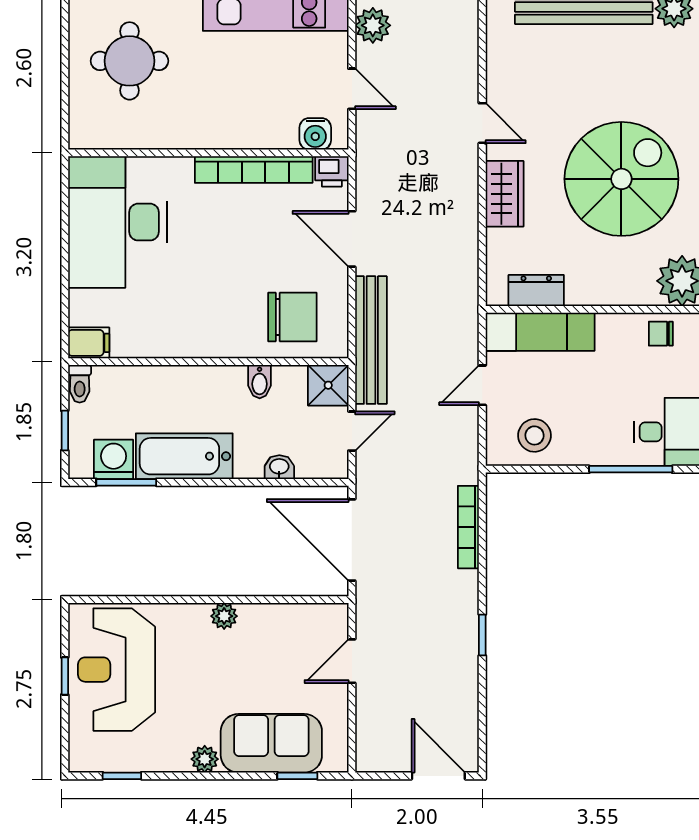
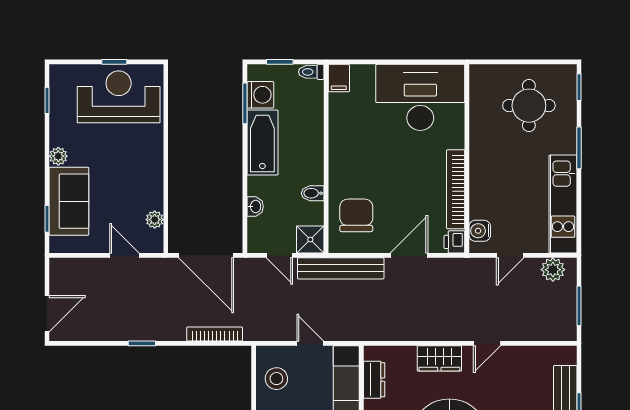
chair: (292, 317) -> (356, 215), turned 180
door: (352, 540) -> (206, 255), swing flipped
plant: (224, 616) -> (155, 220), moved

